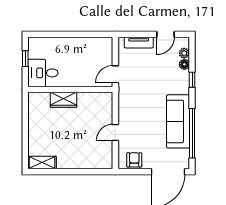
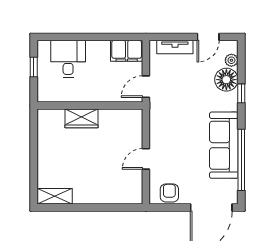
filing cabinet: (100, 46) -> (127, 51), added
floor lamp: (184, 64) -> (226, 80), width x1.89, depth x1.89
desk: (43, 73) -> (68, 59), moved, turned 90

